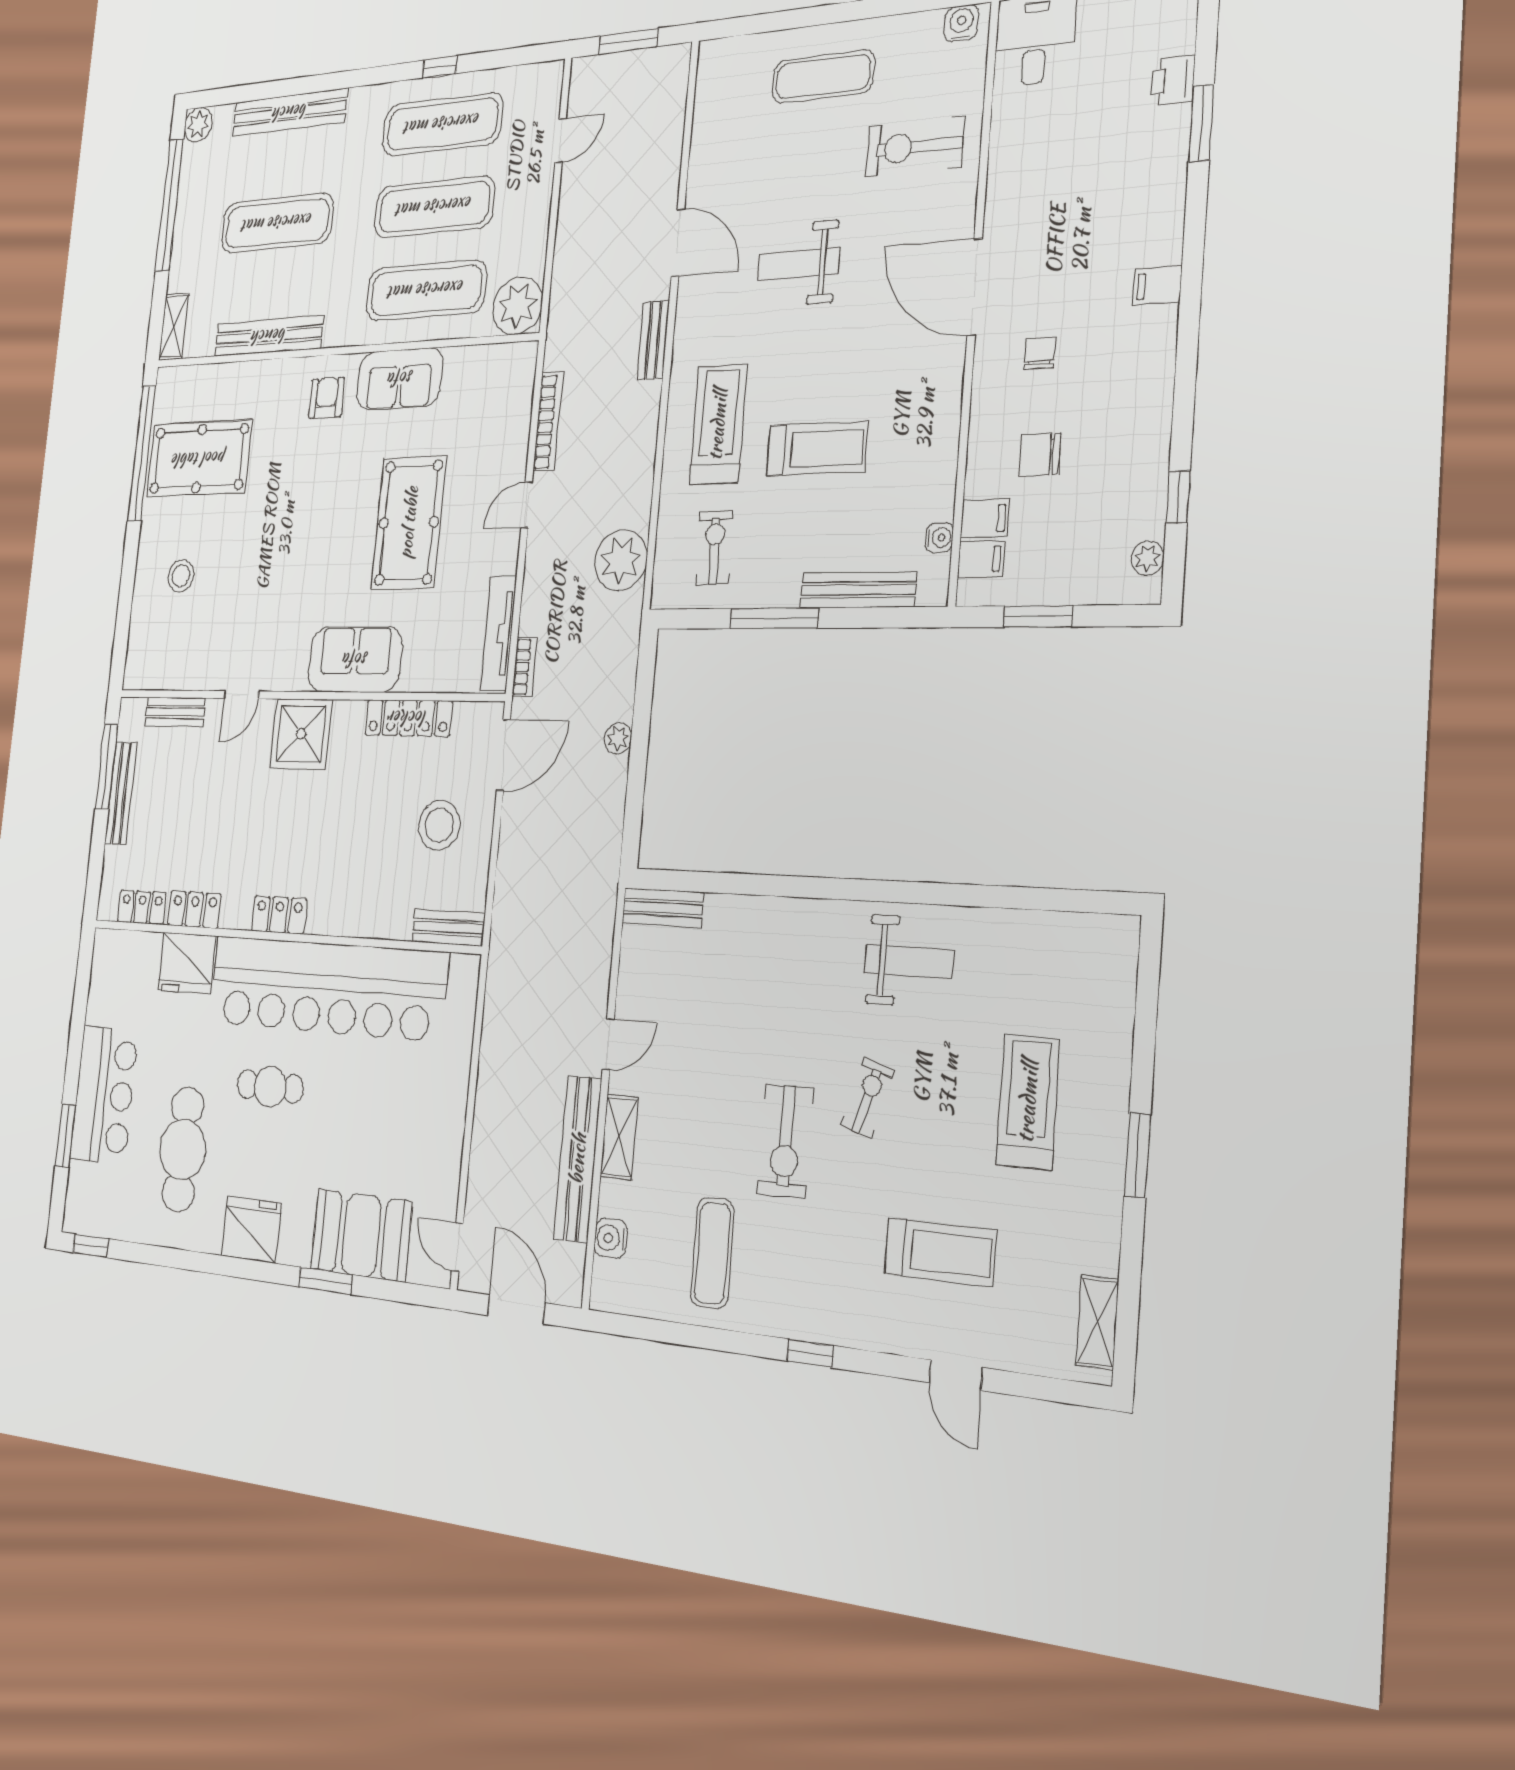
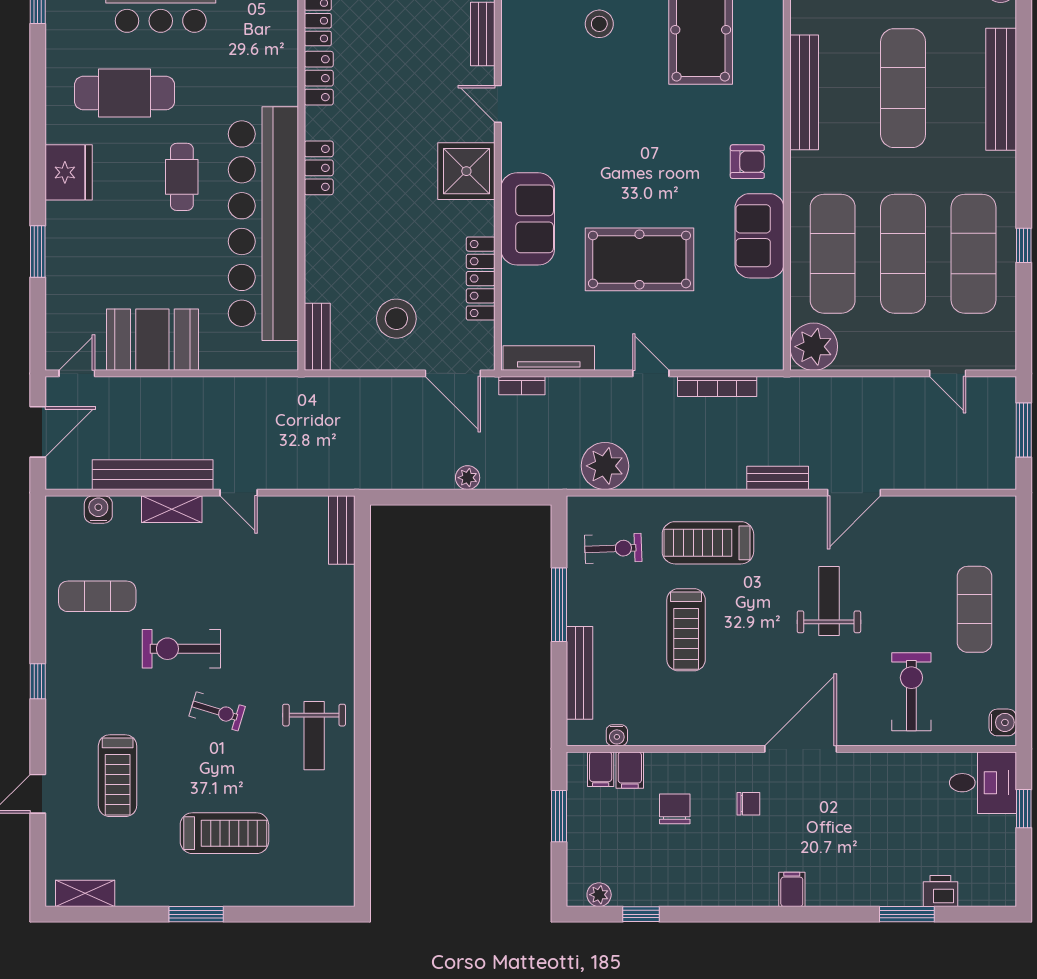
treadmill: (718, 425) -> (708, 543), turned 180
fridge: (187, 963) -> (275, 76), removed
booth: (361, 1235) -> (152, 340), moved, turned 90

